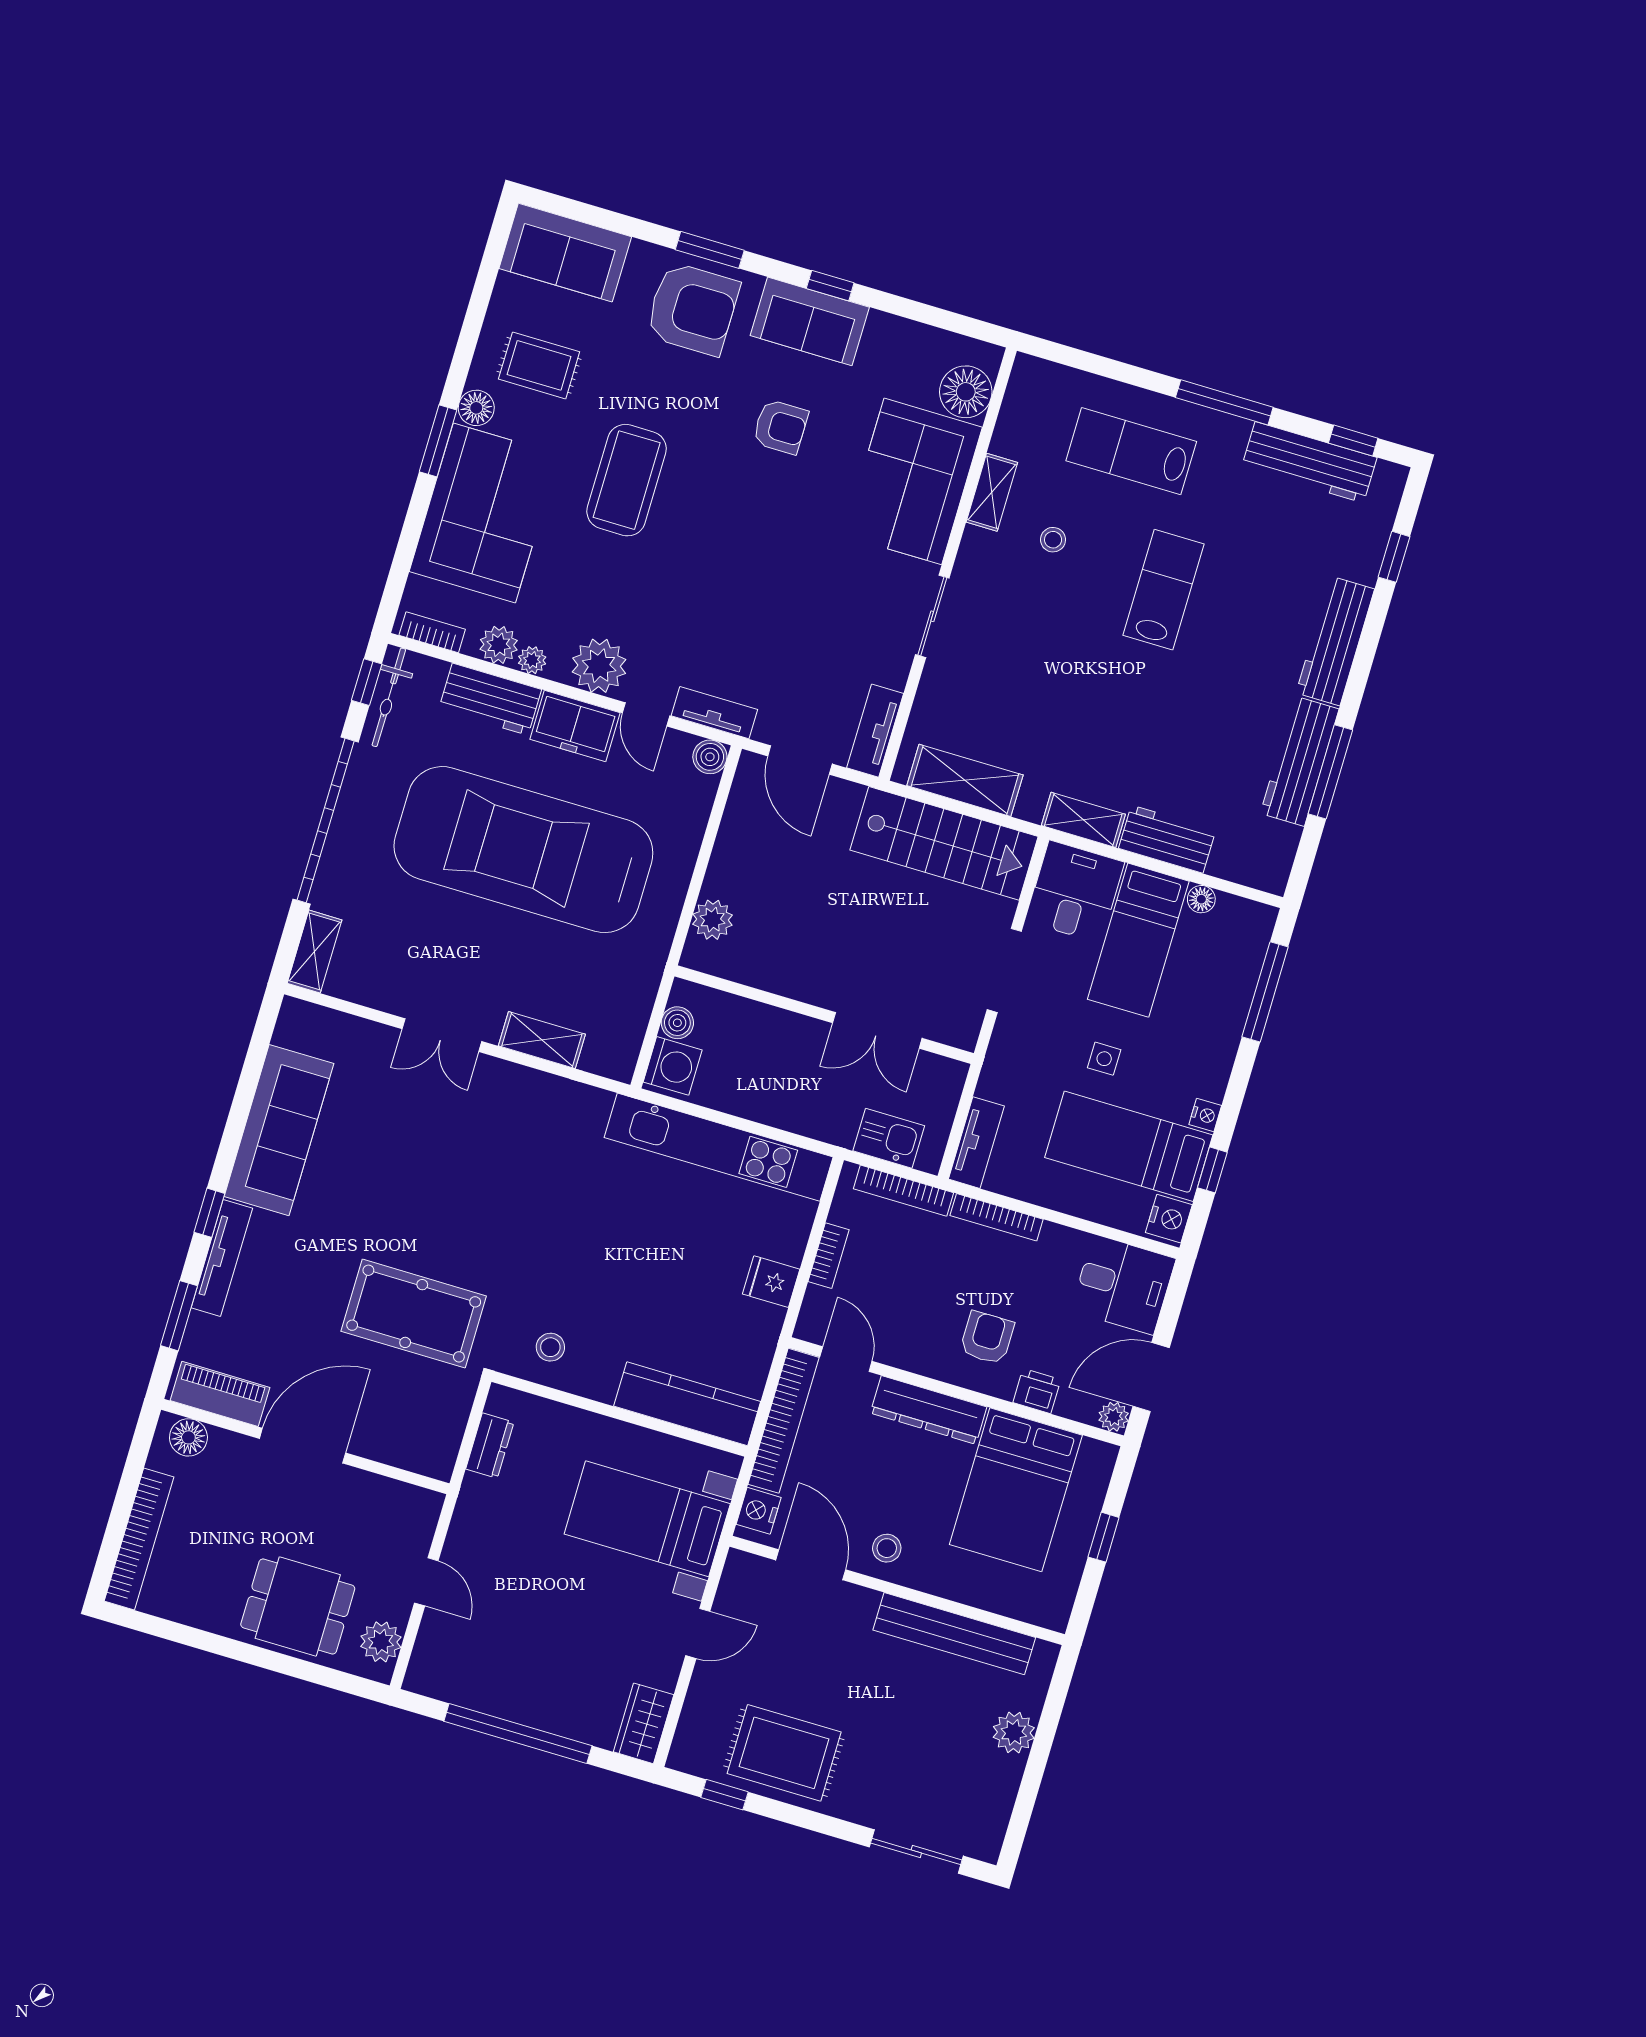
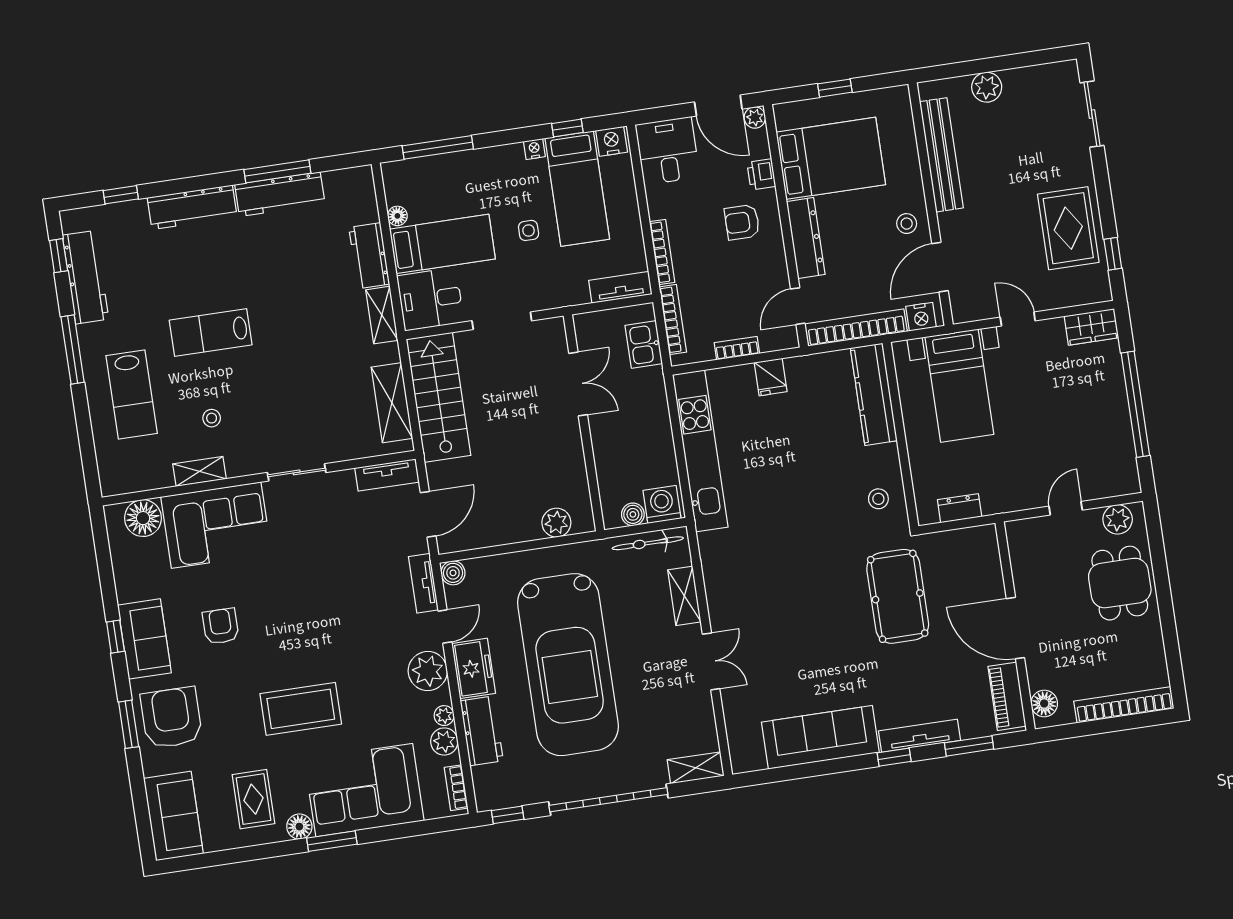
bicycle: (389, 697) -> (648, 543), moved, turned 180

